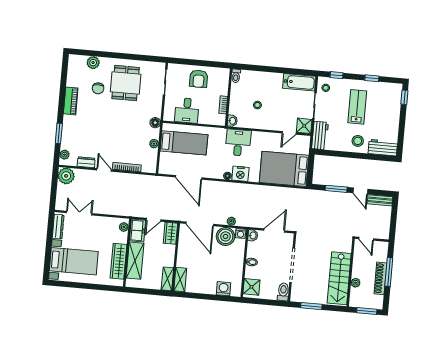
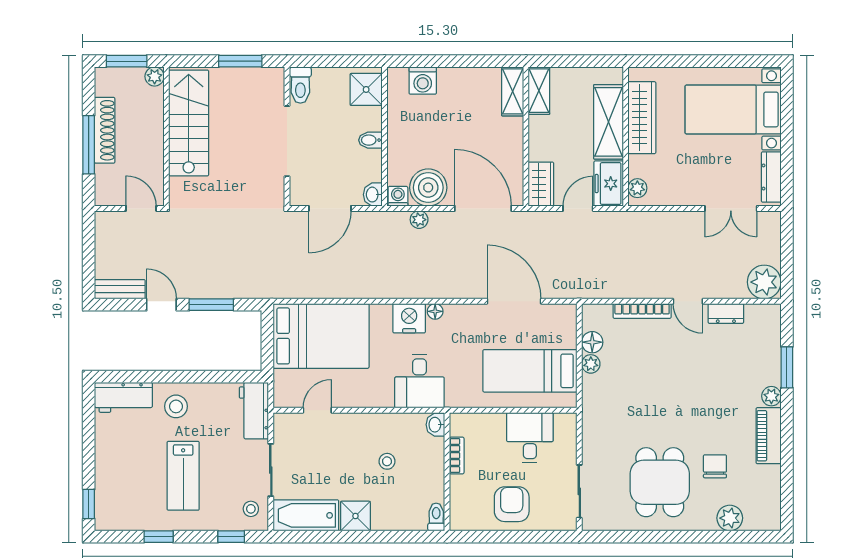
floor lamp: (155, 123) -> (592, 342), moved
shower: (304, 126) -> (355, 516), moved
plant: (64, 155) -> (771, 396), moved
plant: (356, 283) -> (155, 76), moved

